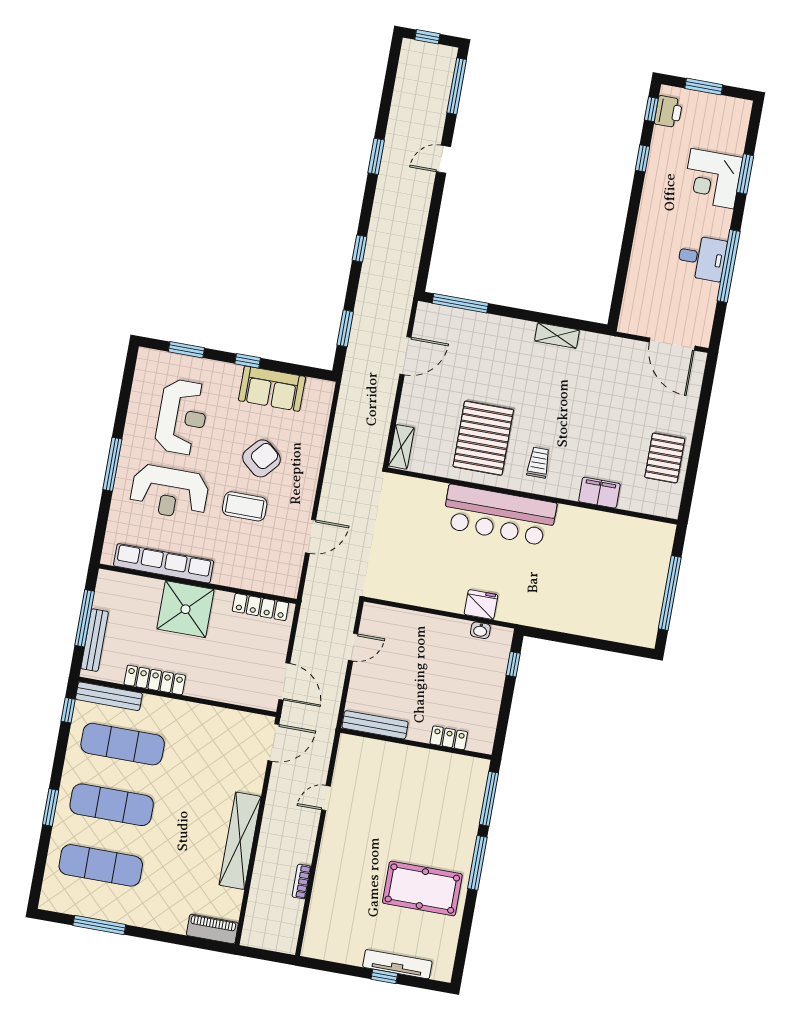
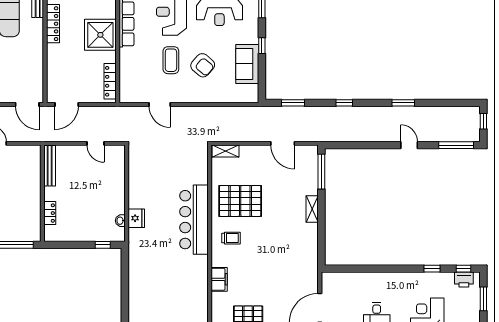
shelving: (557, 336) -> (312, 209), moved

